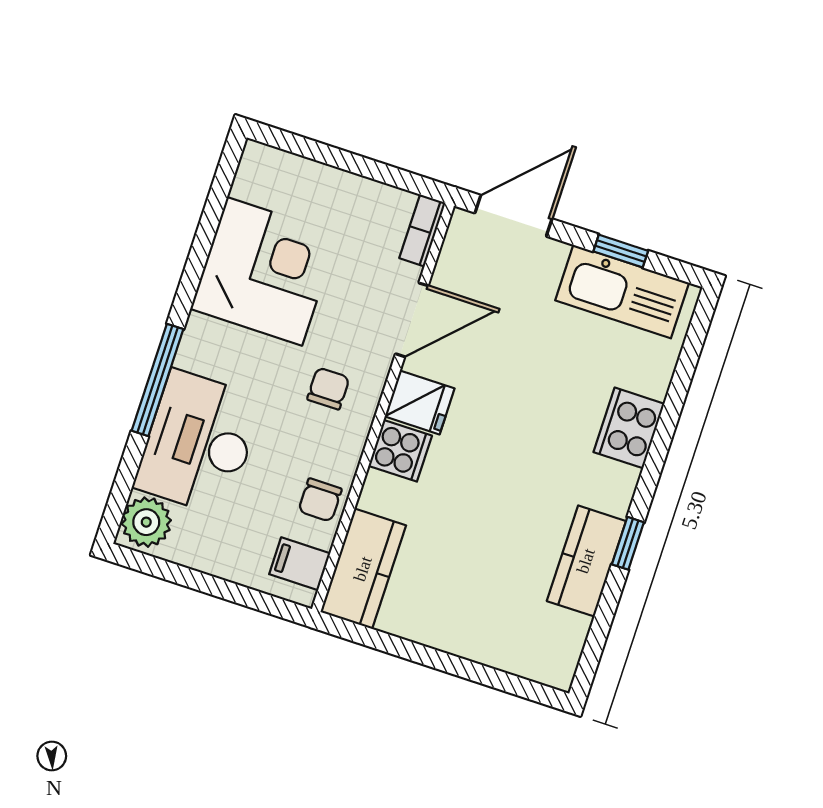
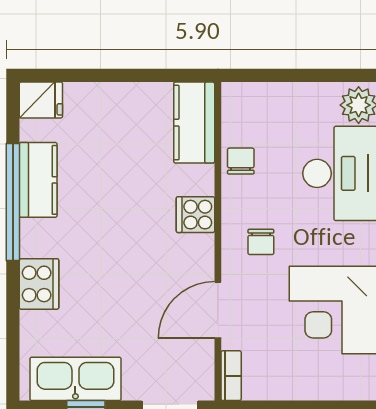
fridge: (420, 402) -> (41, 100), moved, turned 180
window: (628, 543) -> (13, 202), width x3.17
filing cabinet: (300, 564) -> (240, 111), removed

